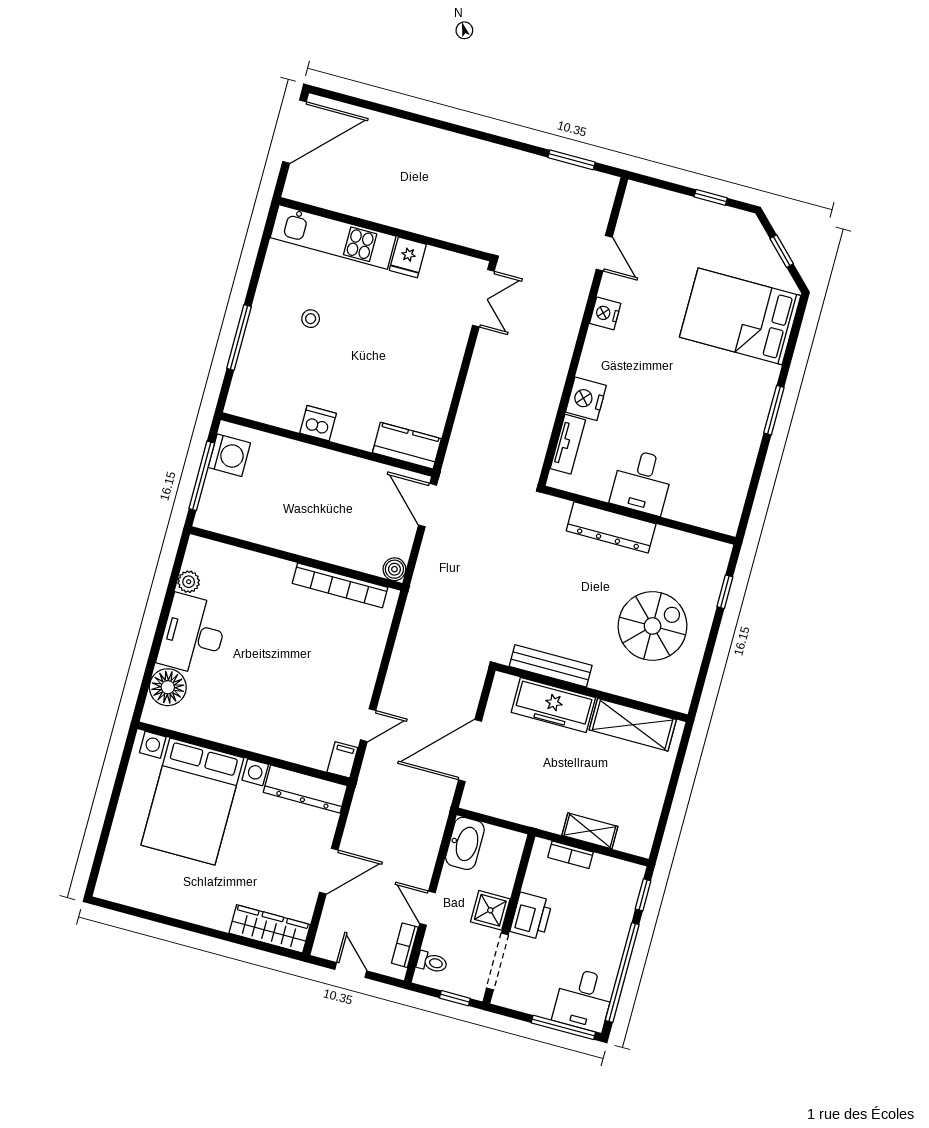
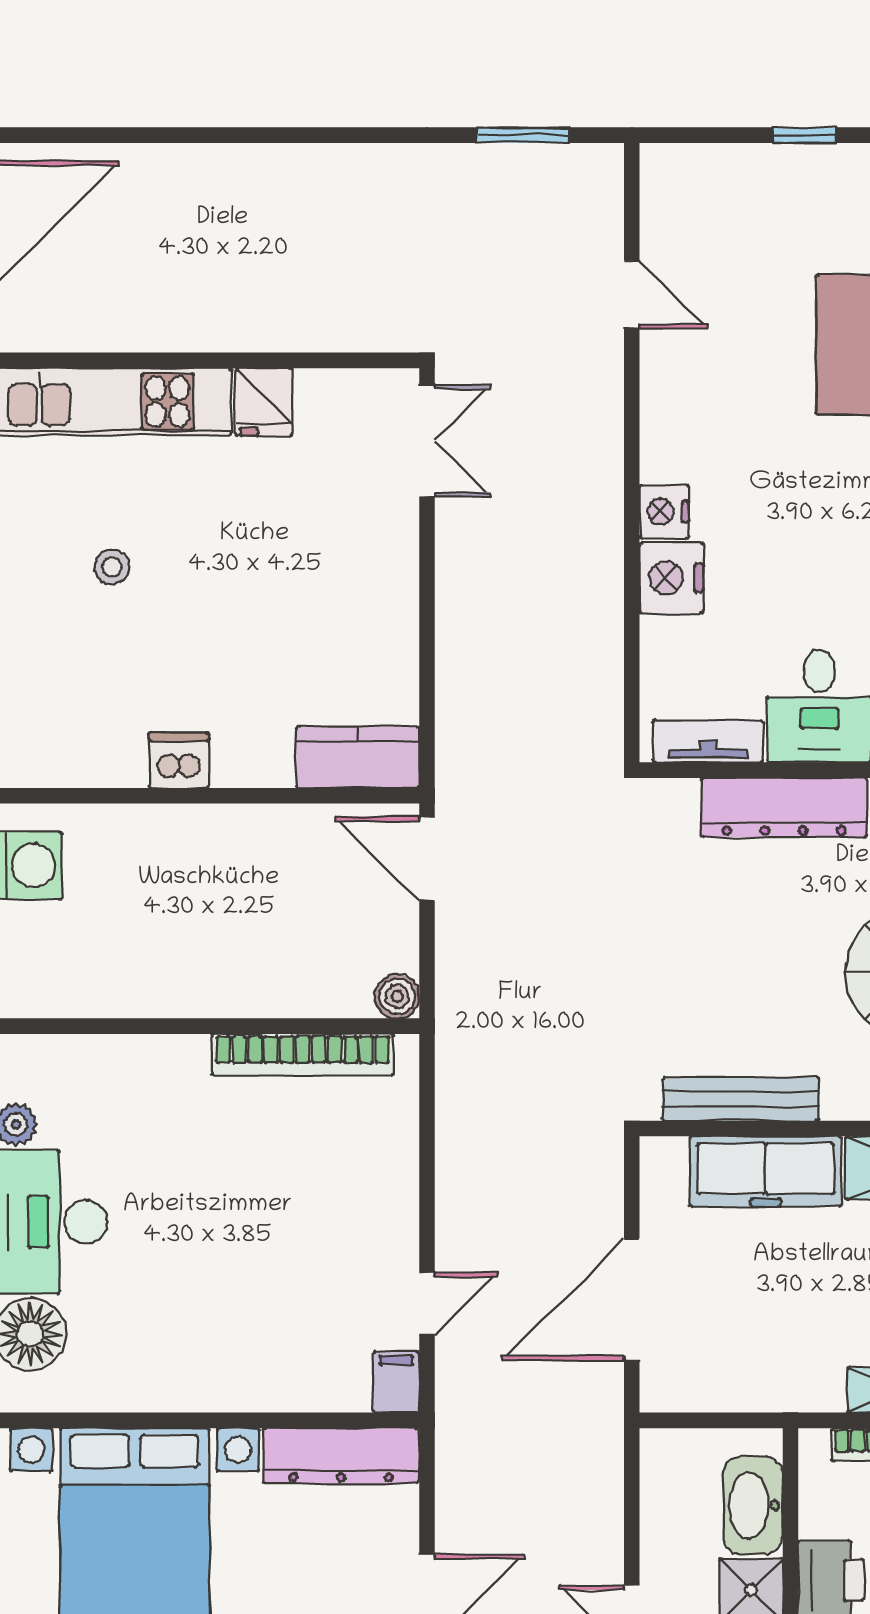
nightstand: (605, 313) -> (664, 512), moved
tv unit: (568, 444) -> (708, 741), moved, turned -90
washbasin: (465, 843) -> (753, 1506), moved, turned 180

